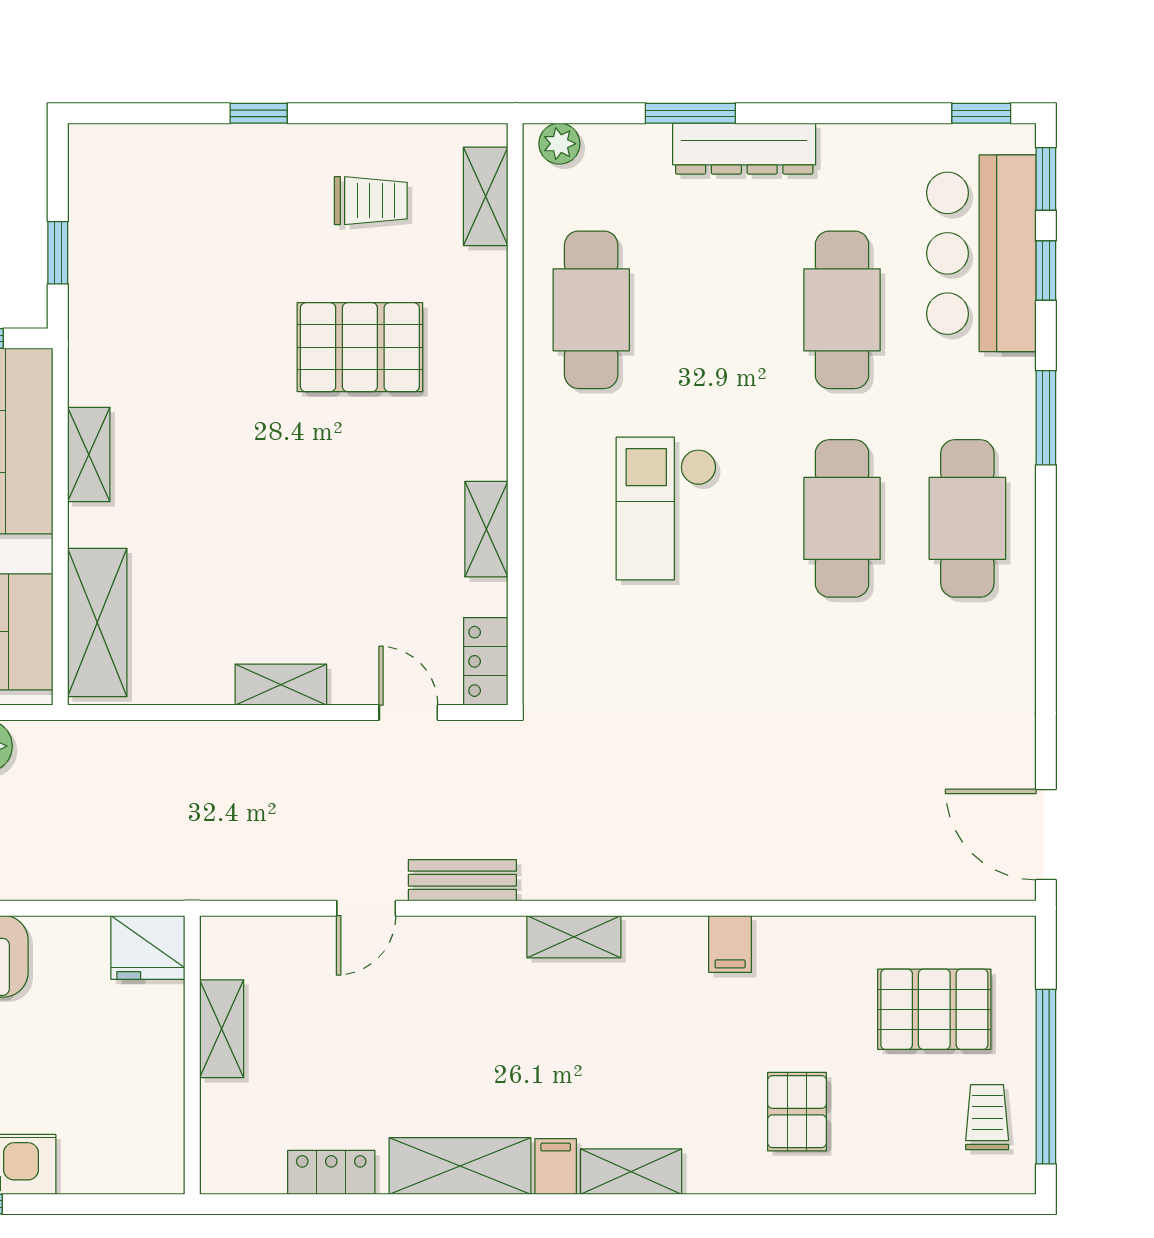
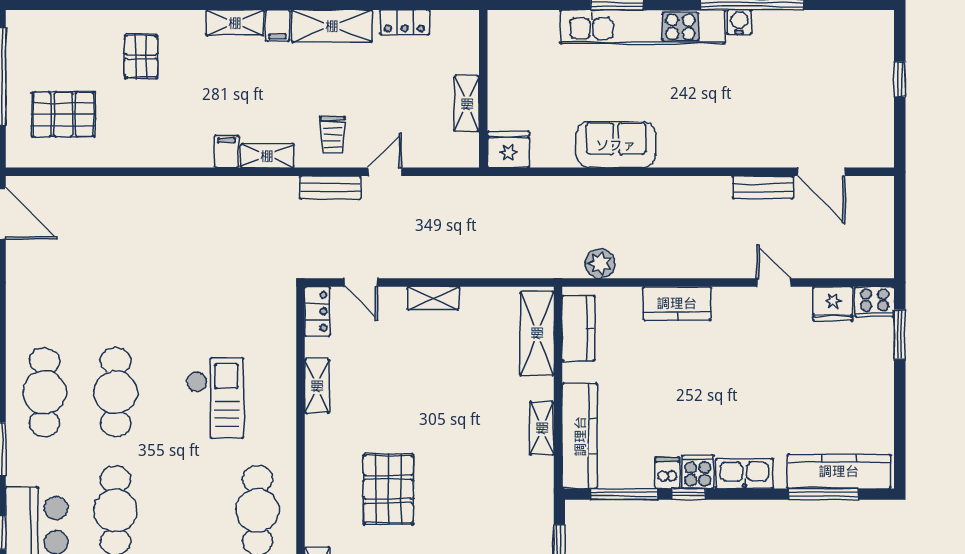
pallet: (360, 347) -> (388, 489), turned 90
filing cabinet: (730, 944) -> (226, 151), moved
trolley: (987, 1117) -> (332, 135), moved

